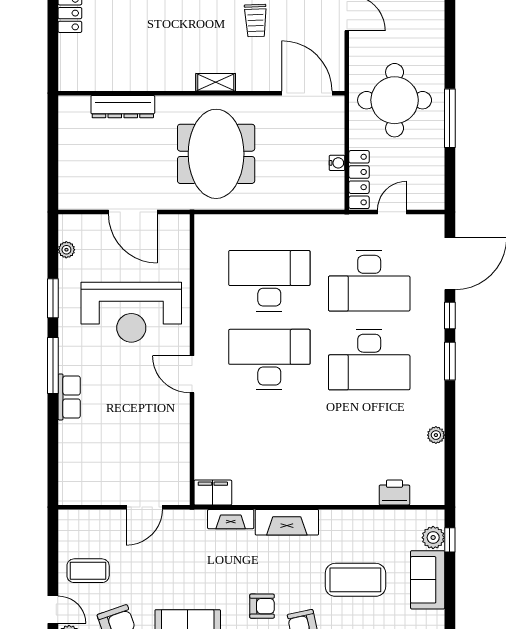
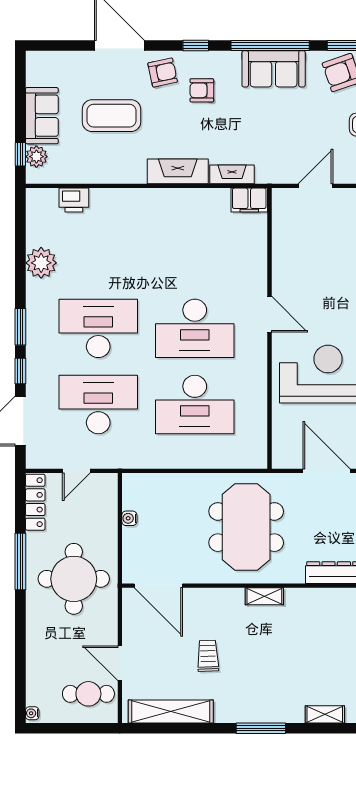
shelving: (216, 82) -> (264, 596), moved
locker: (359, 180) -> (35, 502), moved, turned 180
plant: (436, 435) -> (41, 263), width x1.87, depth x1.87

